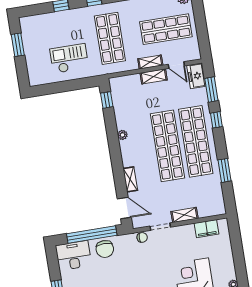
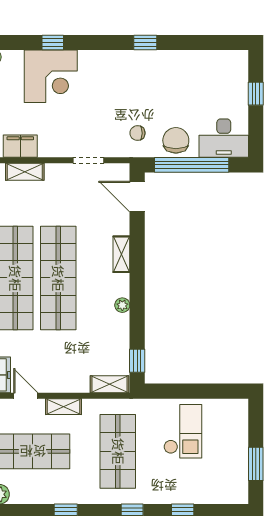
checkout: (69, 58) -> (183, 431), turned -90
shelving: (154, 76) -> (109, 384), moved
shelving: (130, 179) -> (121, 254), moved
shelving: (184, 215) -> (25, 172), moved
chair: (142, 237) -> (137, 133), moved

